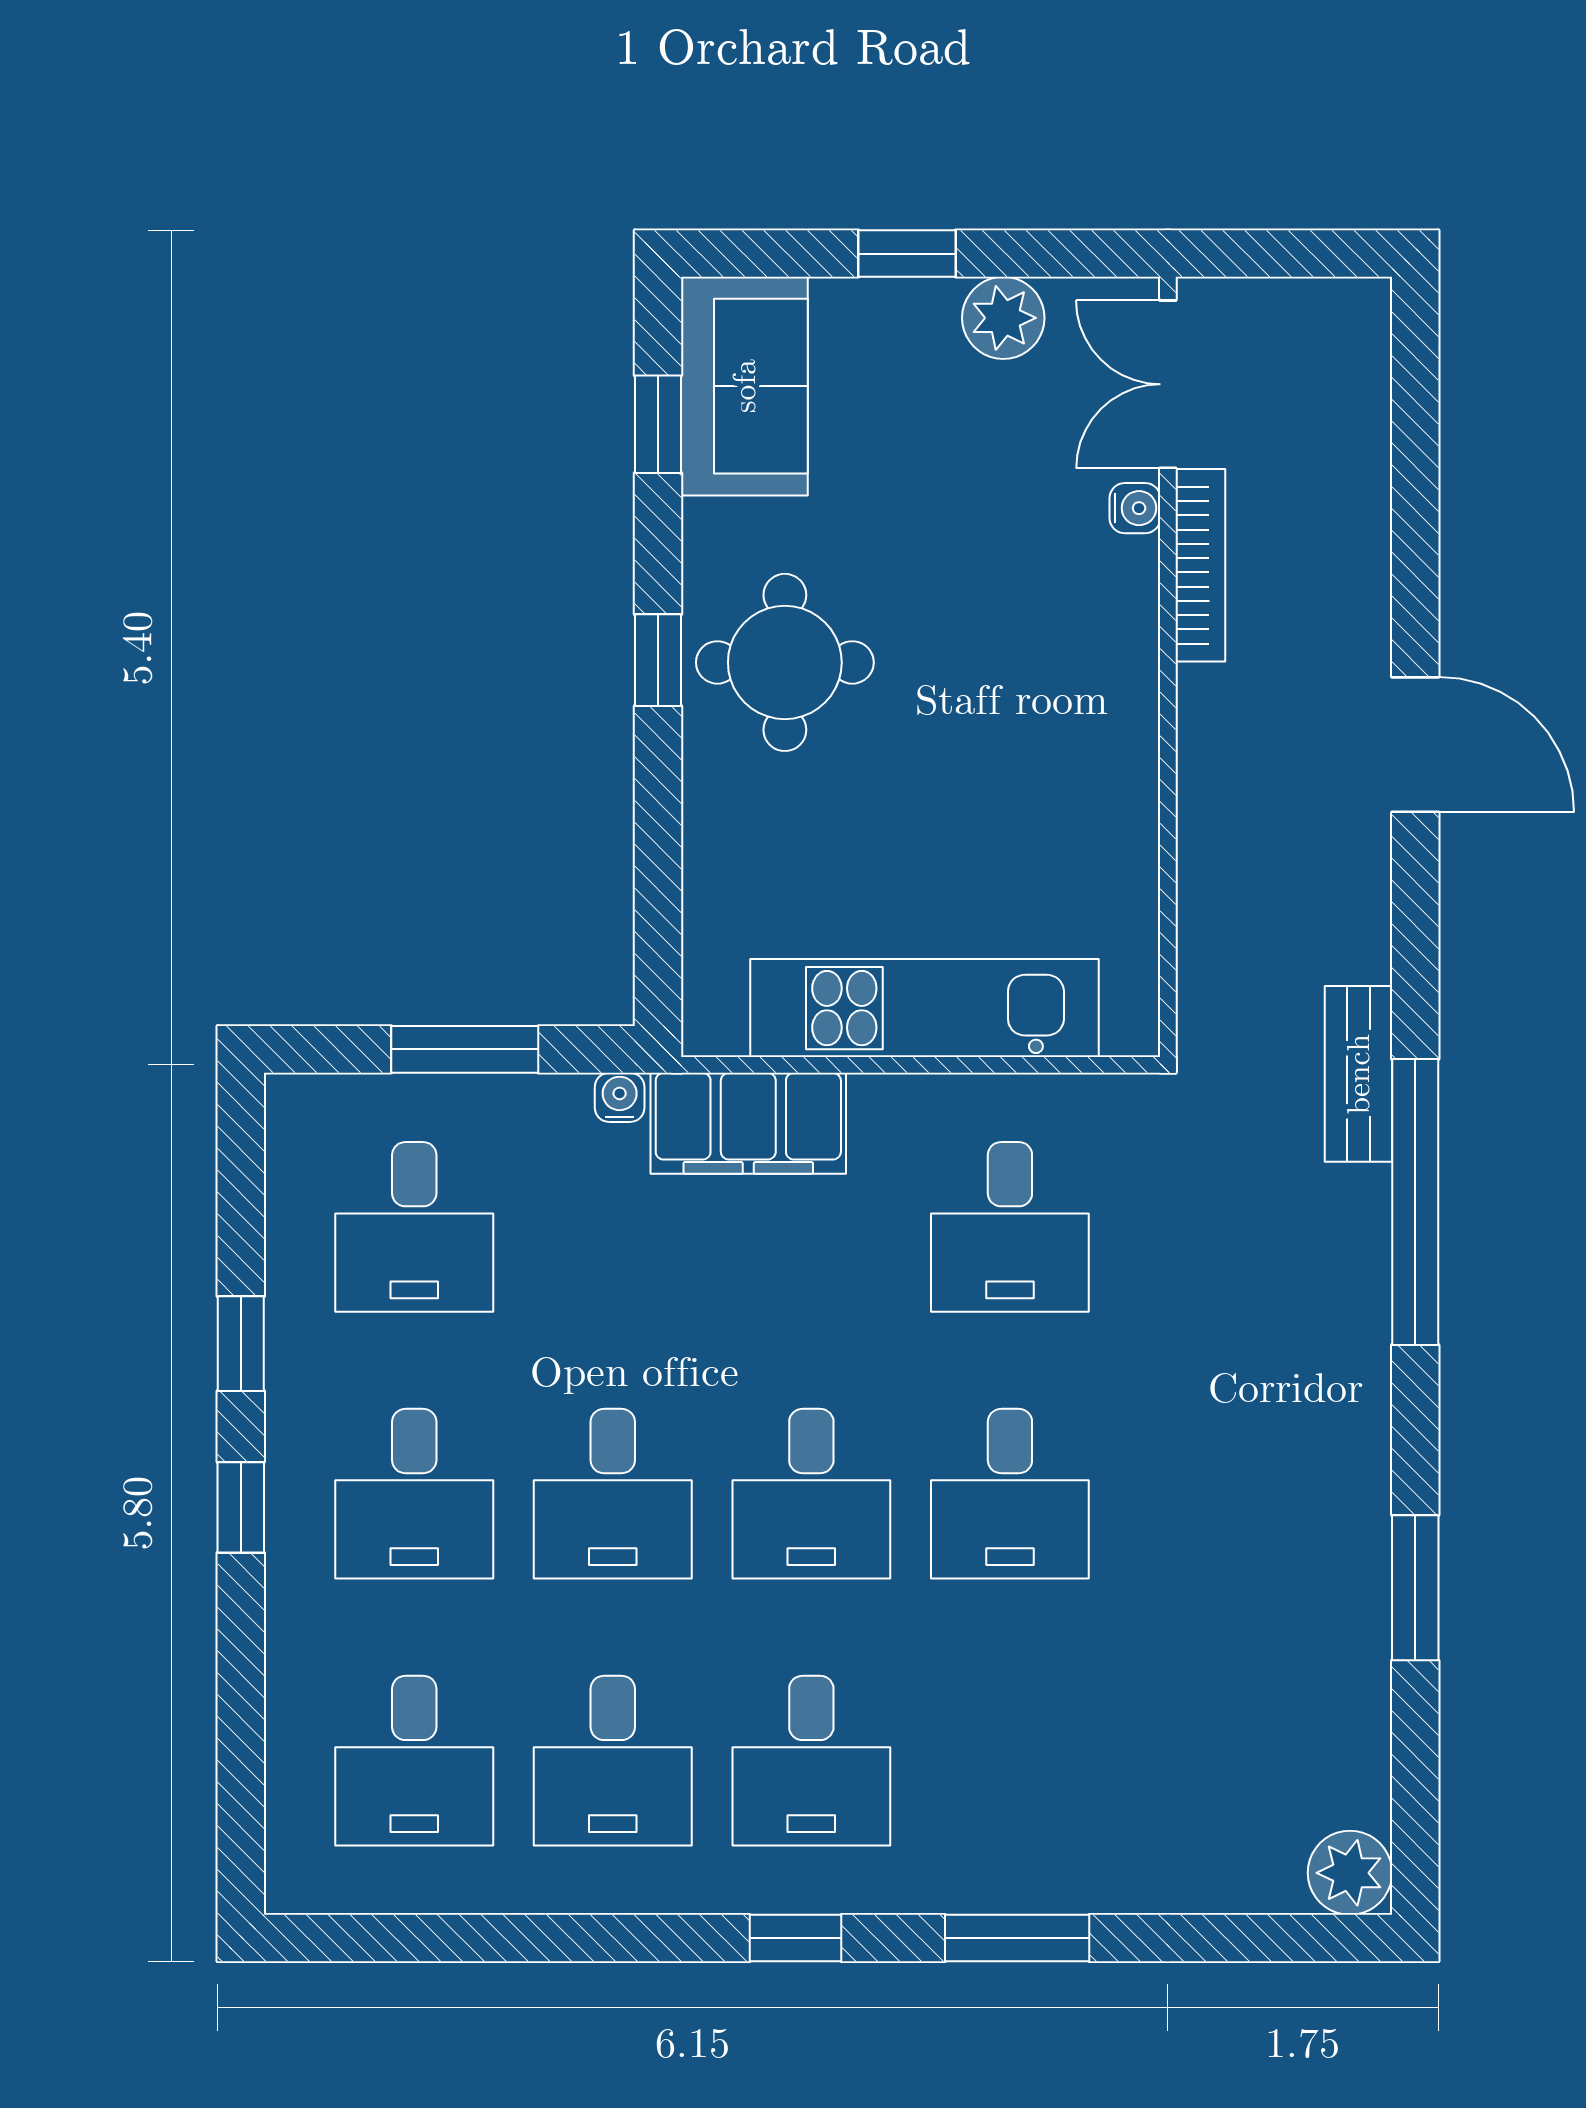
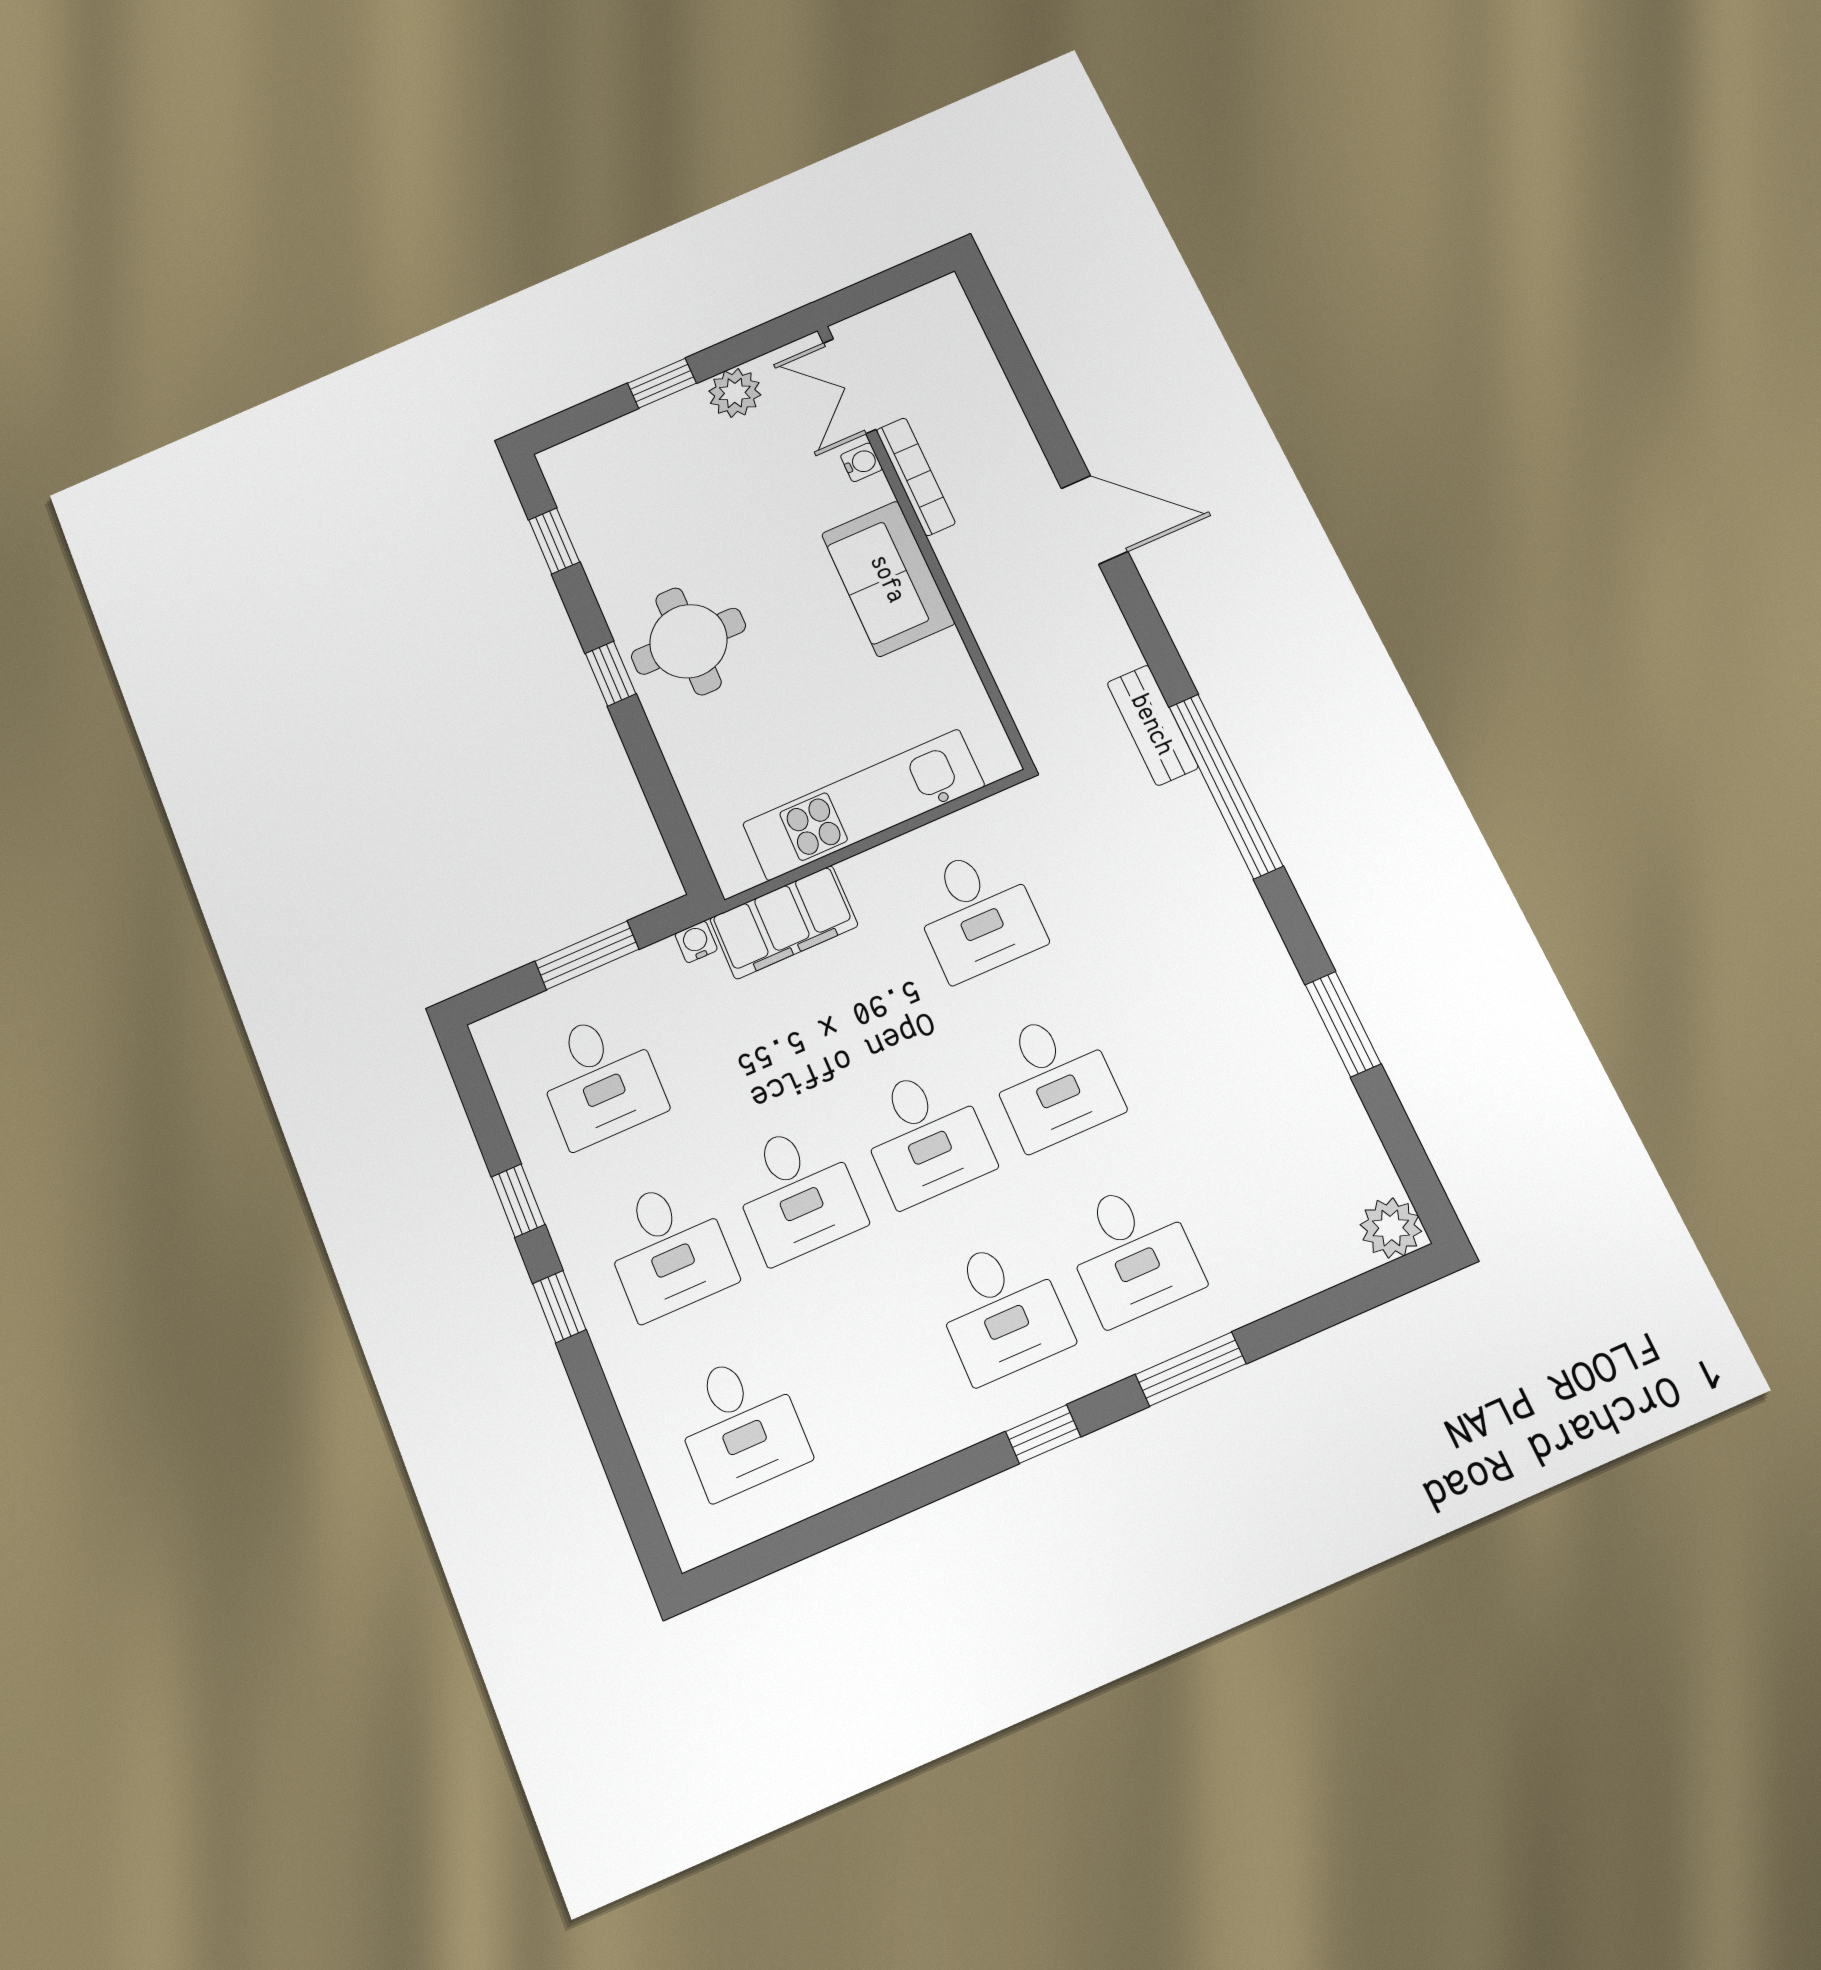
sofa: (744, 386) -> (888, 579), moved, turned 180
desk: (613, 1761) -> (1132, 1252), moved

